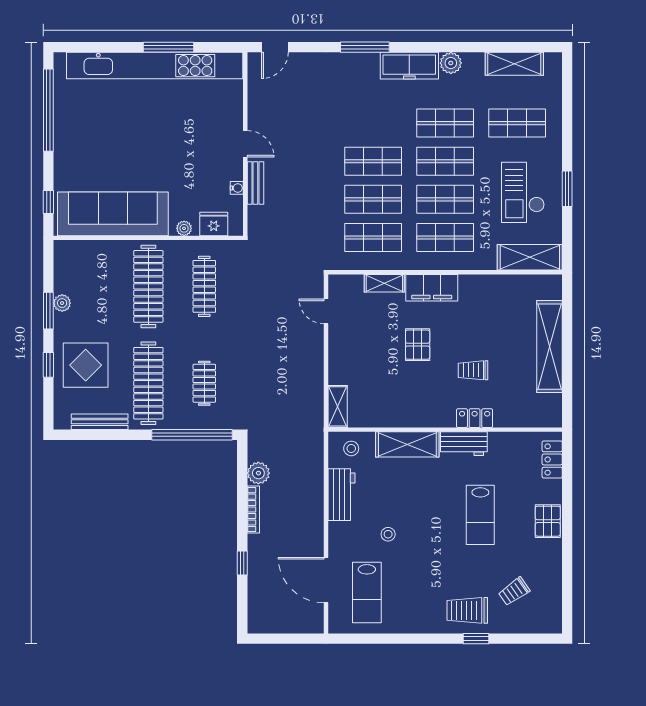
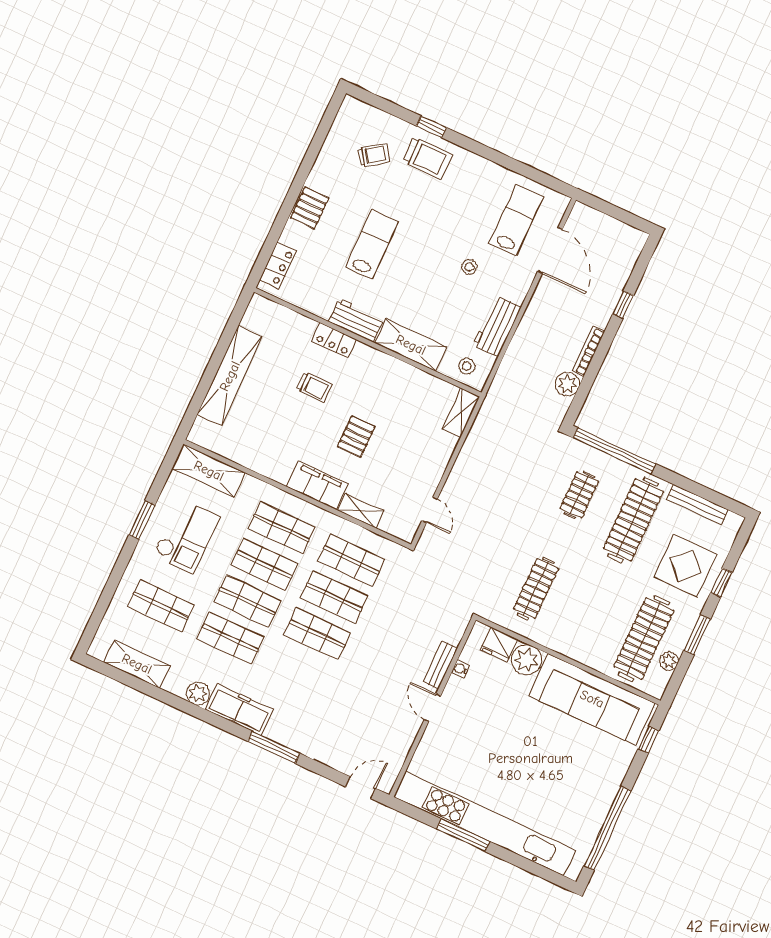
plant: (184, 228) -> (526, 660), width x1.87, depth x1.87
clothes rail: (148, 286) -> (644, 639), moved
plant: (62, 303) -> (669, 661), moved

